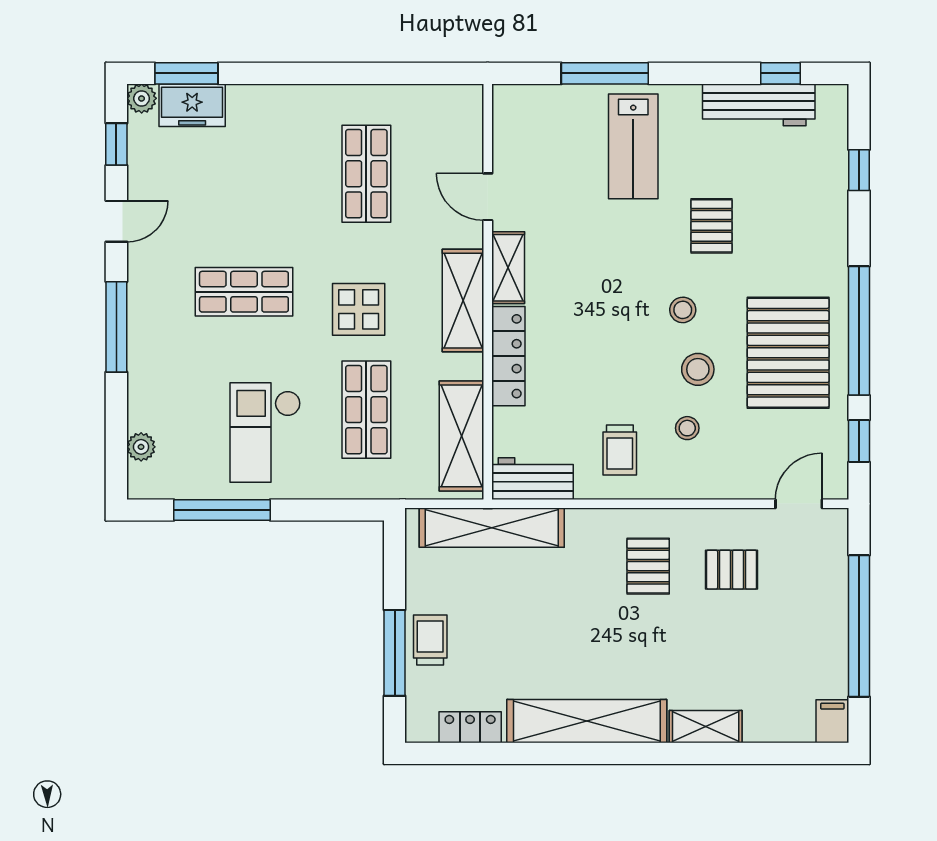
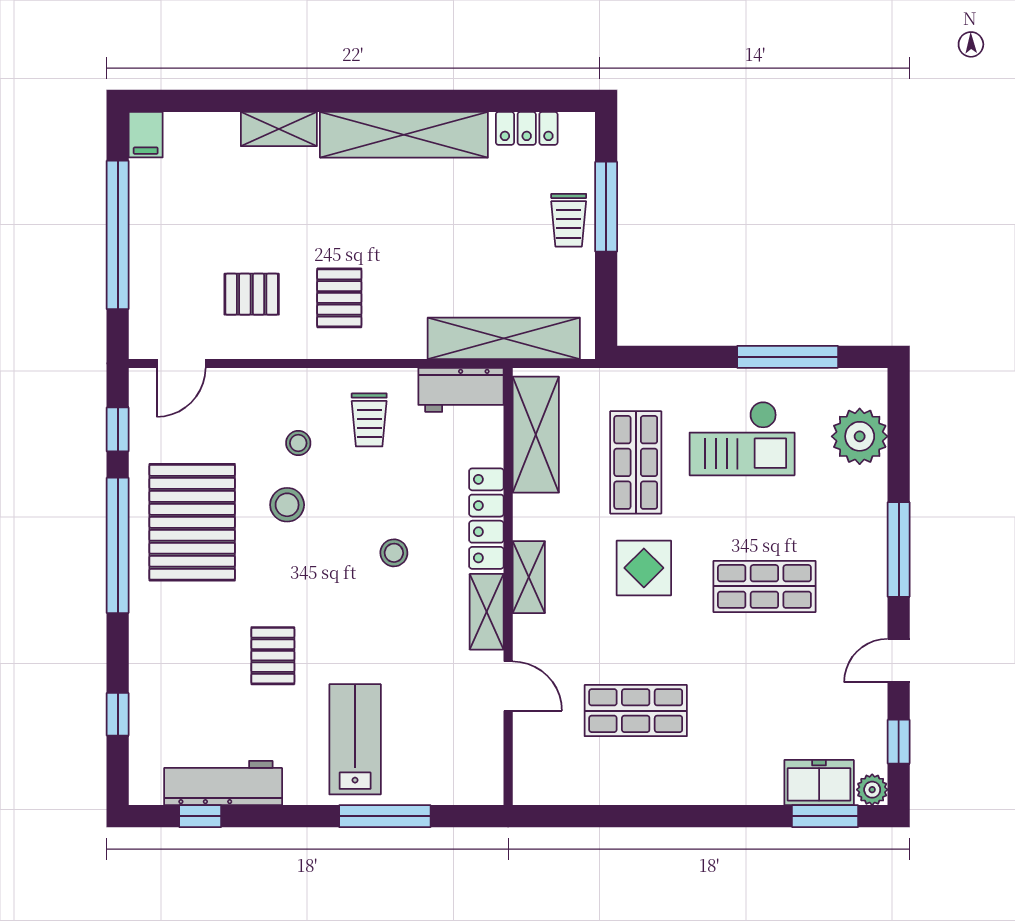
shop shelf: (366, 174) -> (636, 711), turned 90
shelving: (463, 301) -> (529, 577), width x0.67, depth x0.75
stool: (683, 310) -> (394, 553), moved
checkout: (265, 432) -> (742, 438), turned 90
plant: (141, 447) -> (860, 436), width x1.87, depth x1.87
trolley: (620, 450) -> (369, 420), turned 180

